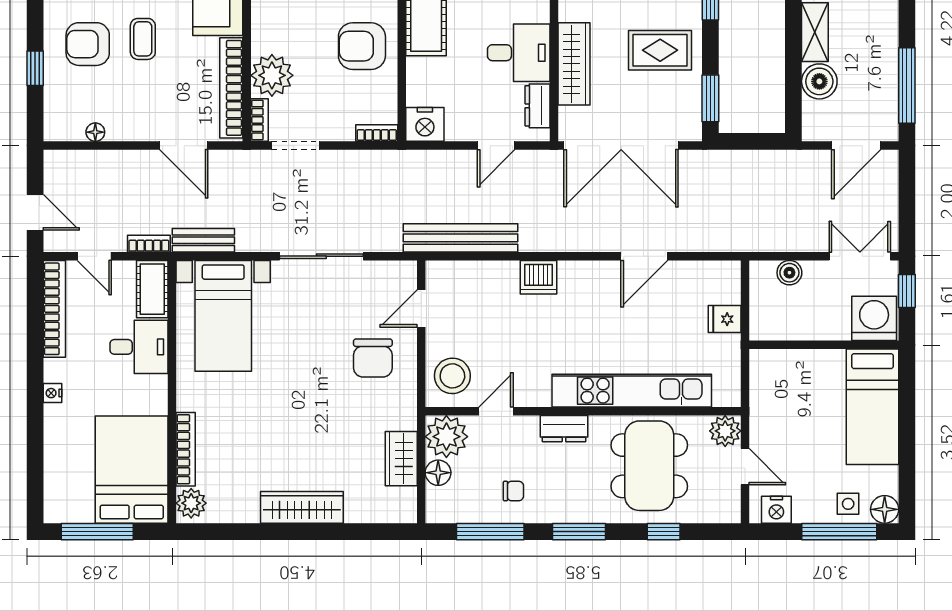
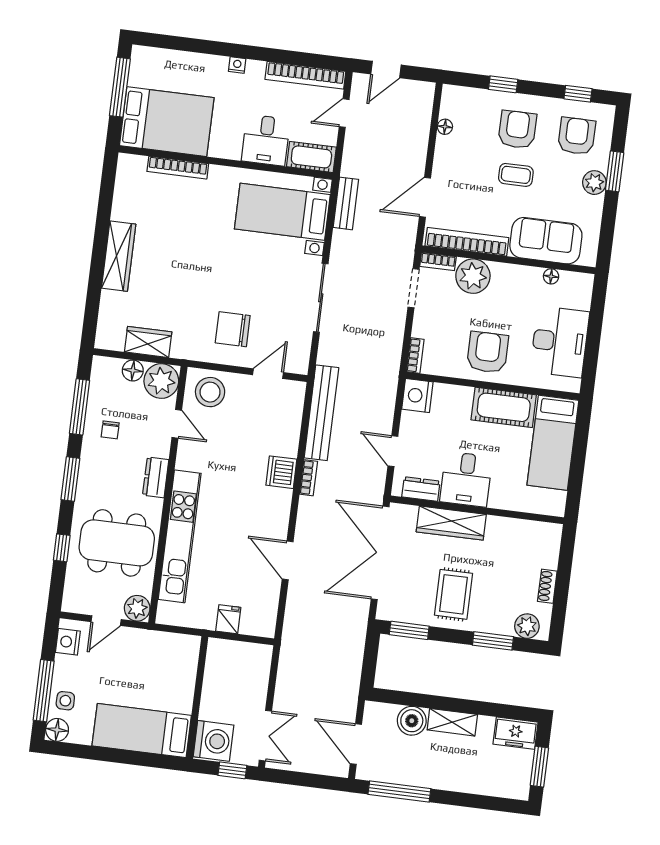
bookcase: (149, 244) -> (309, 478), moved
boiler: (789, 273) -> (259, 677), removed
door: (421, 309) -> (268, 374), hinge flipped
plant: (191, 503) -> (133, 167), removed

